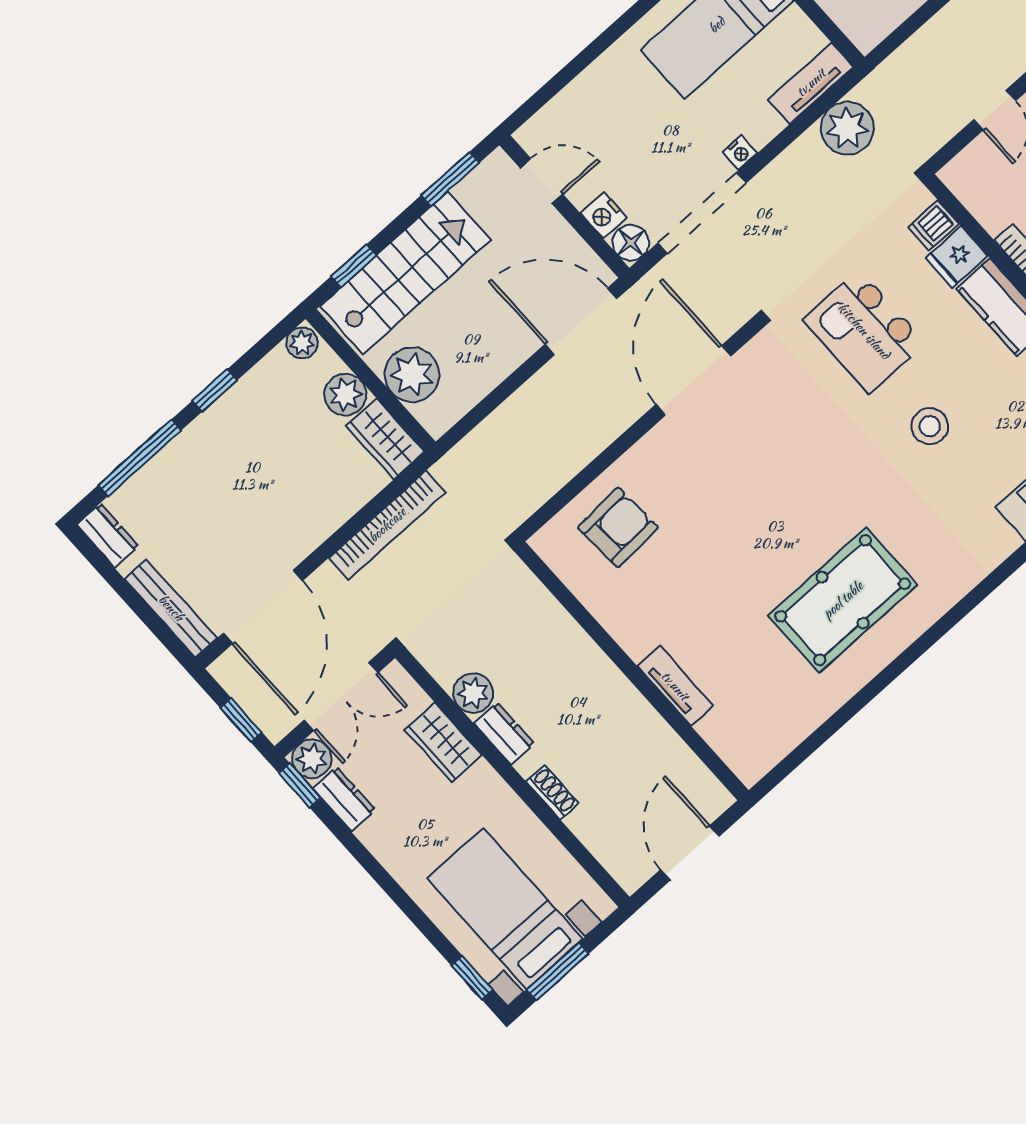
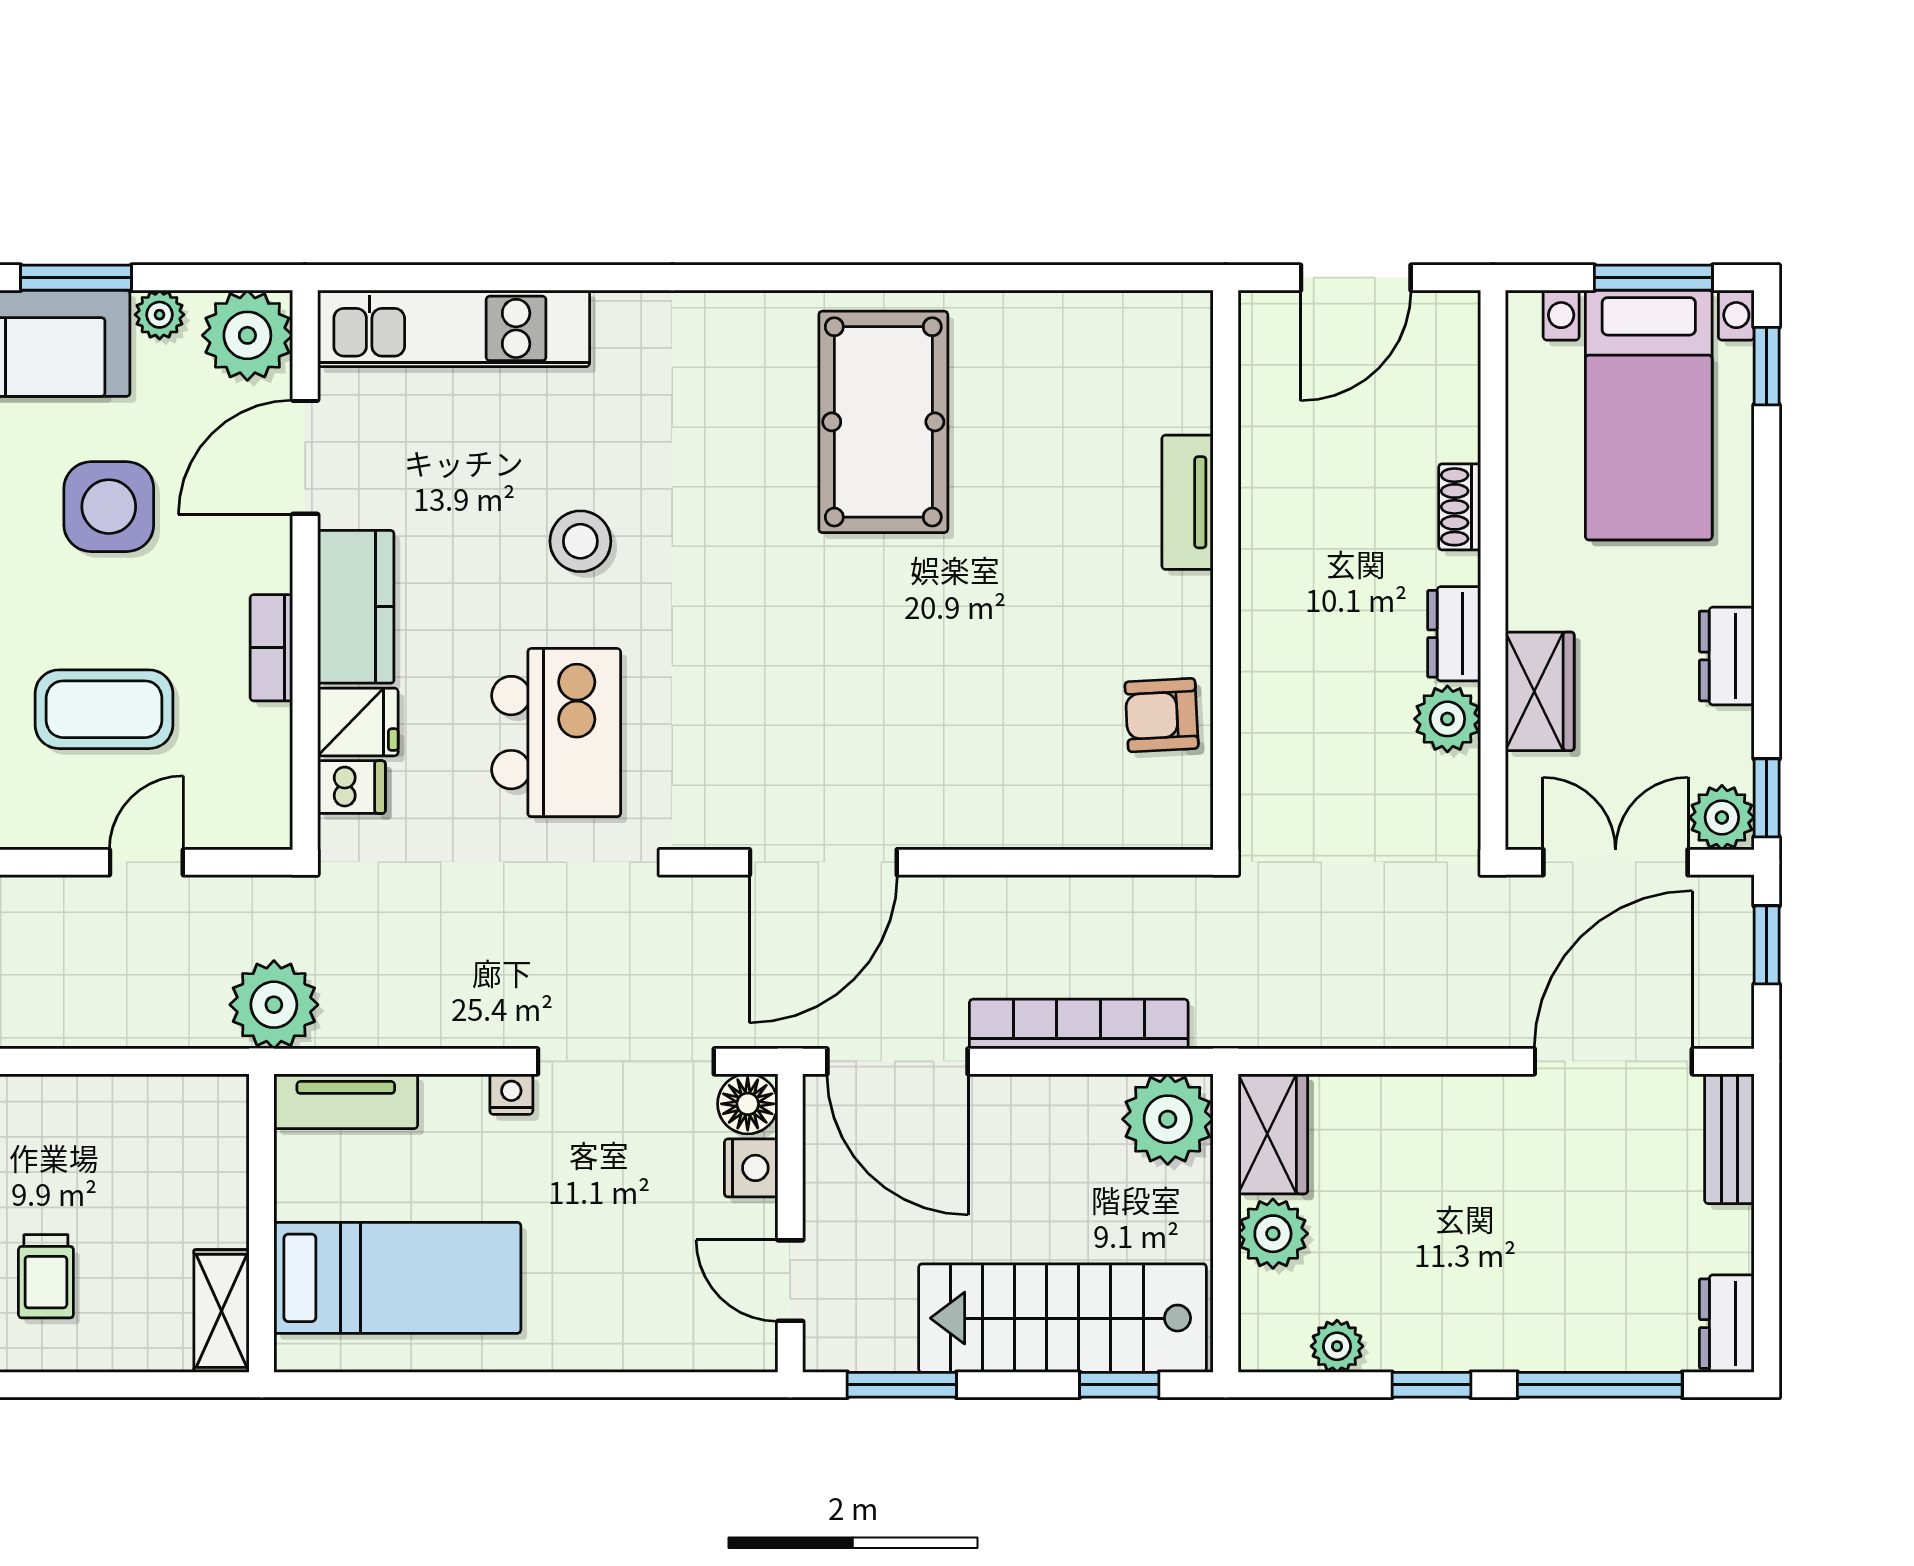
plant: (847, 128) -> (274, 1005), moved
plant: (302, 343) -> (1337, 1346), moved
plant: (412, 375) -> (1168, 1119), moved
bookcase: (387, 525) -> (1079, 1024), moved
armchair: (618, 527) -> (1162, 715), moved, width x0.72, depth x0.72
pool table: (843, 600) -> (883, 422), turned 90
bench: (171, 608) -> (1729, 1139), width x0.73
dresser: (344, 799) -> (1727, 656), moved

